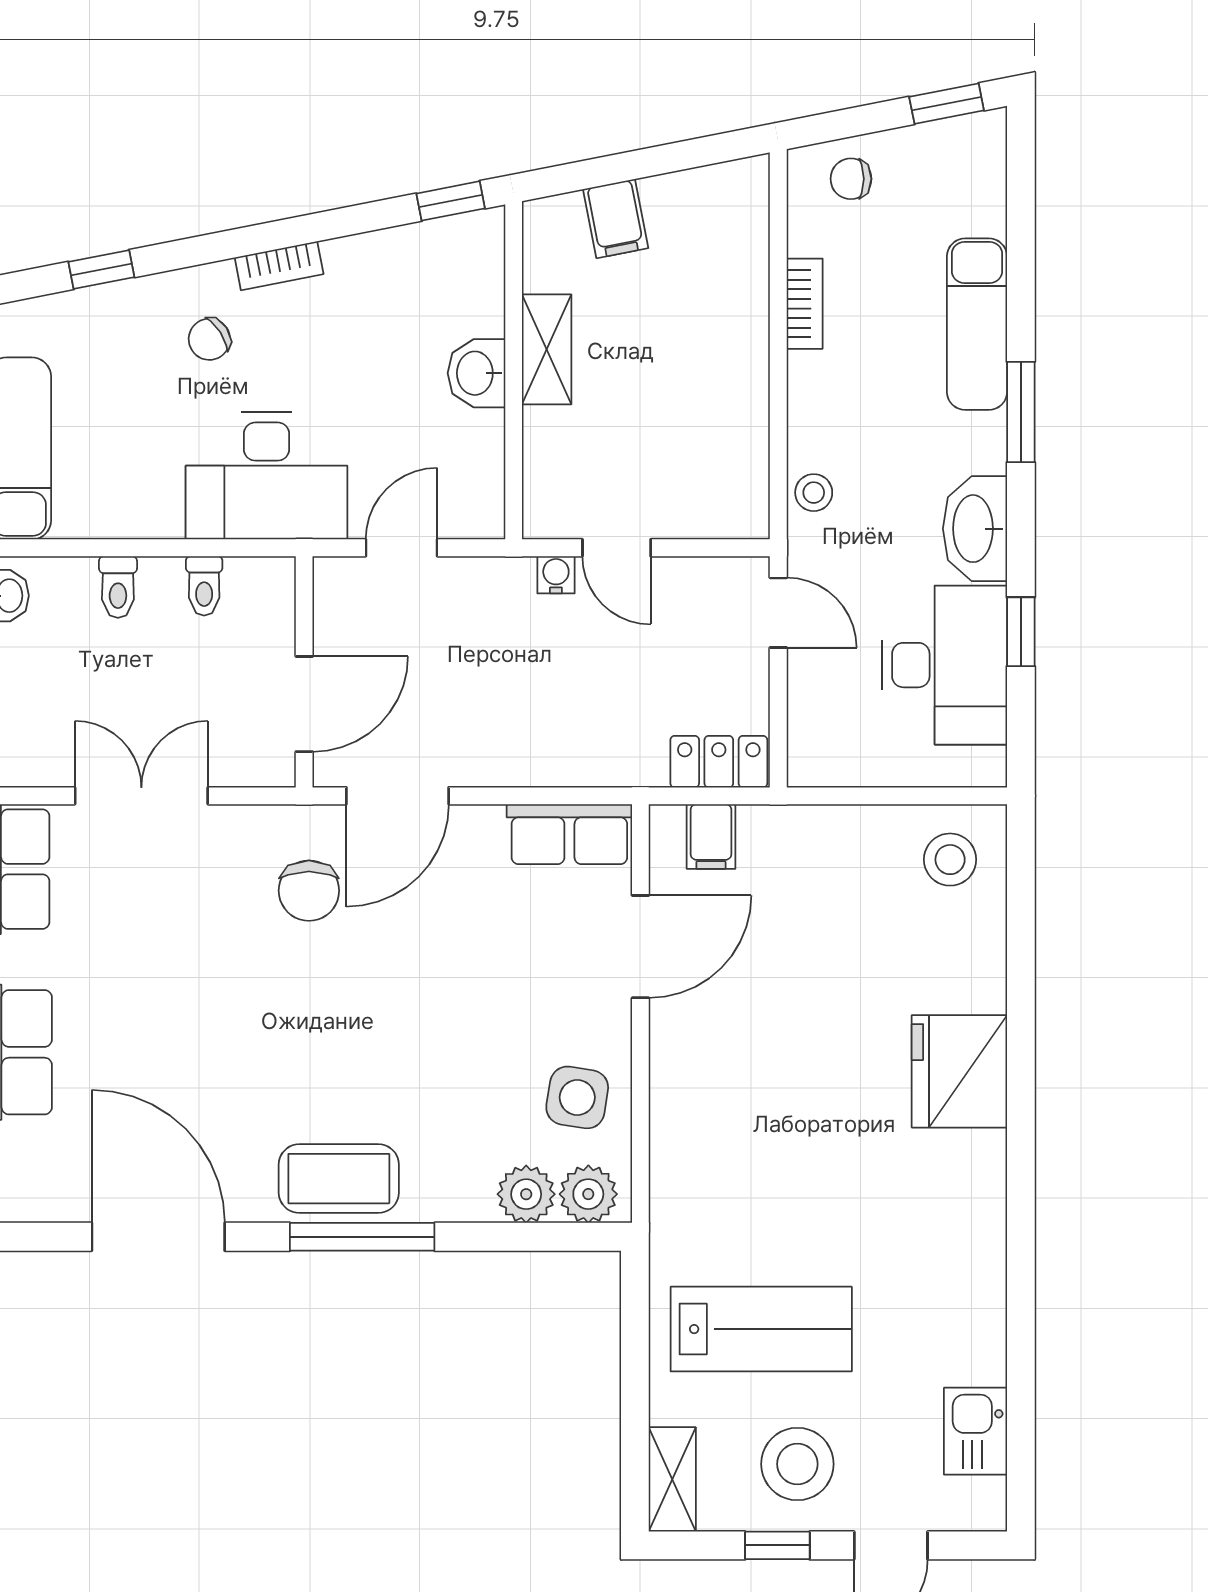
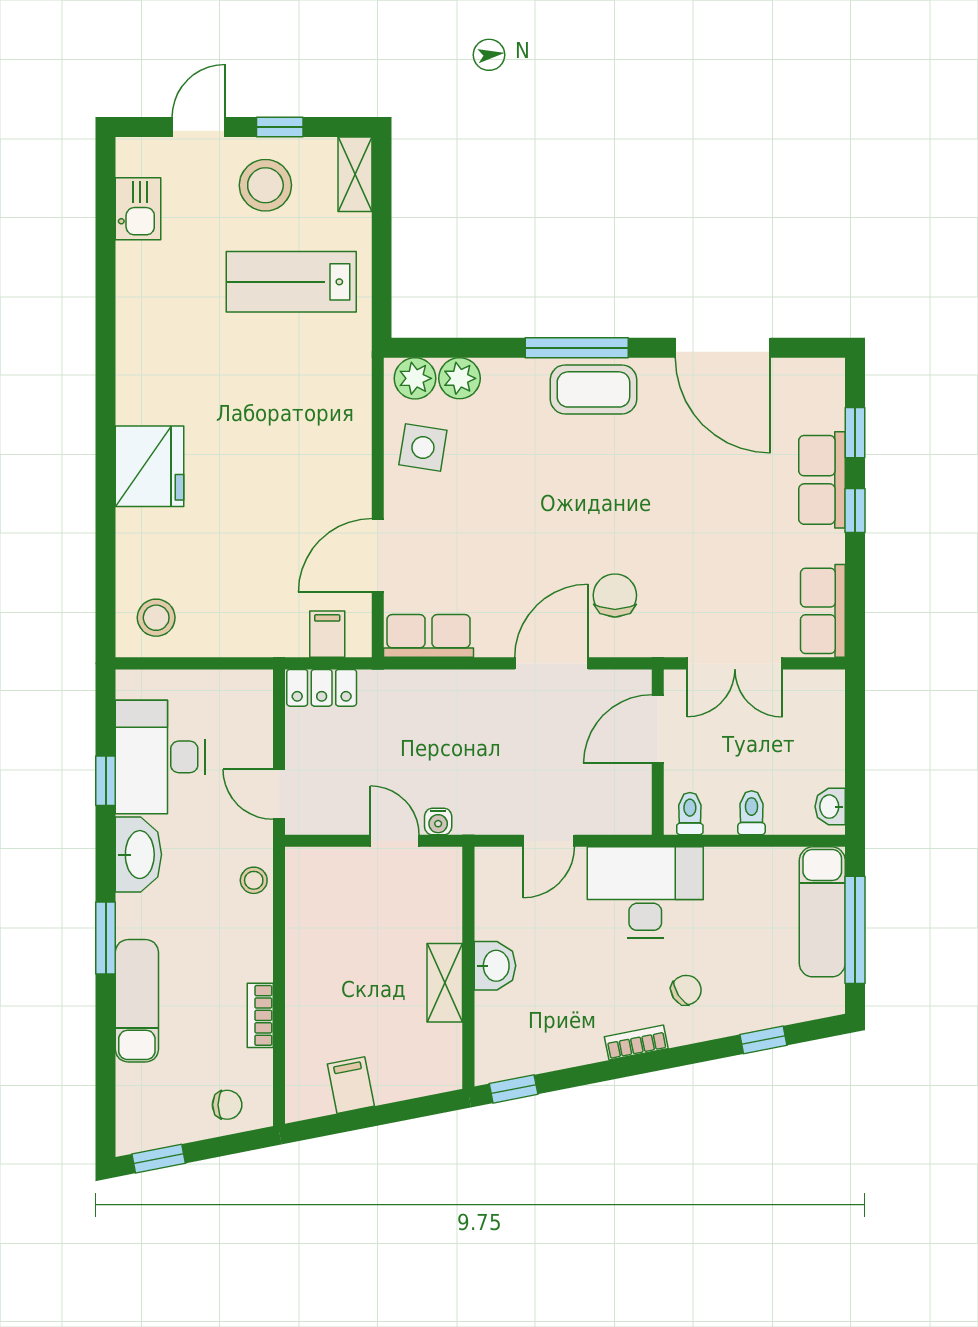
filing cabinet: (616, 219) -> (351, 1085), moved
wall: (304, 672) -> (658, 752), moved
door: (304, 704) -> (658, 729), moved

